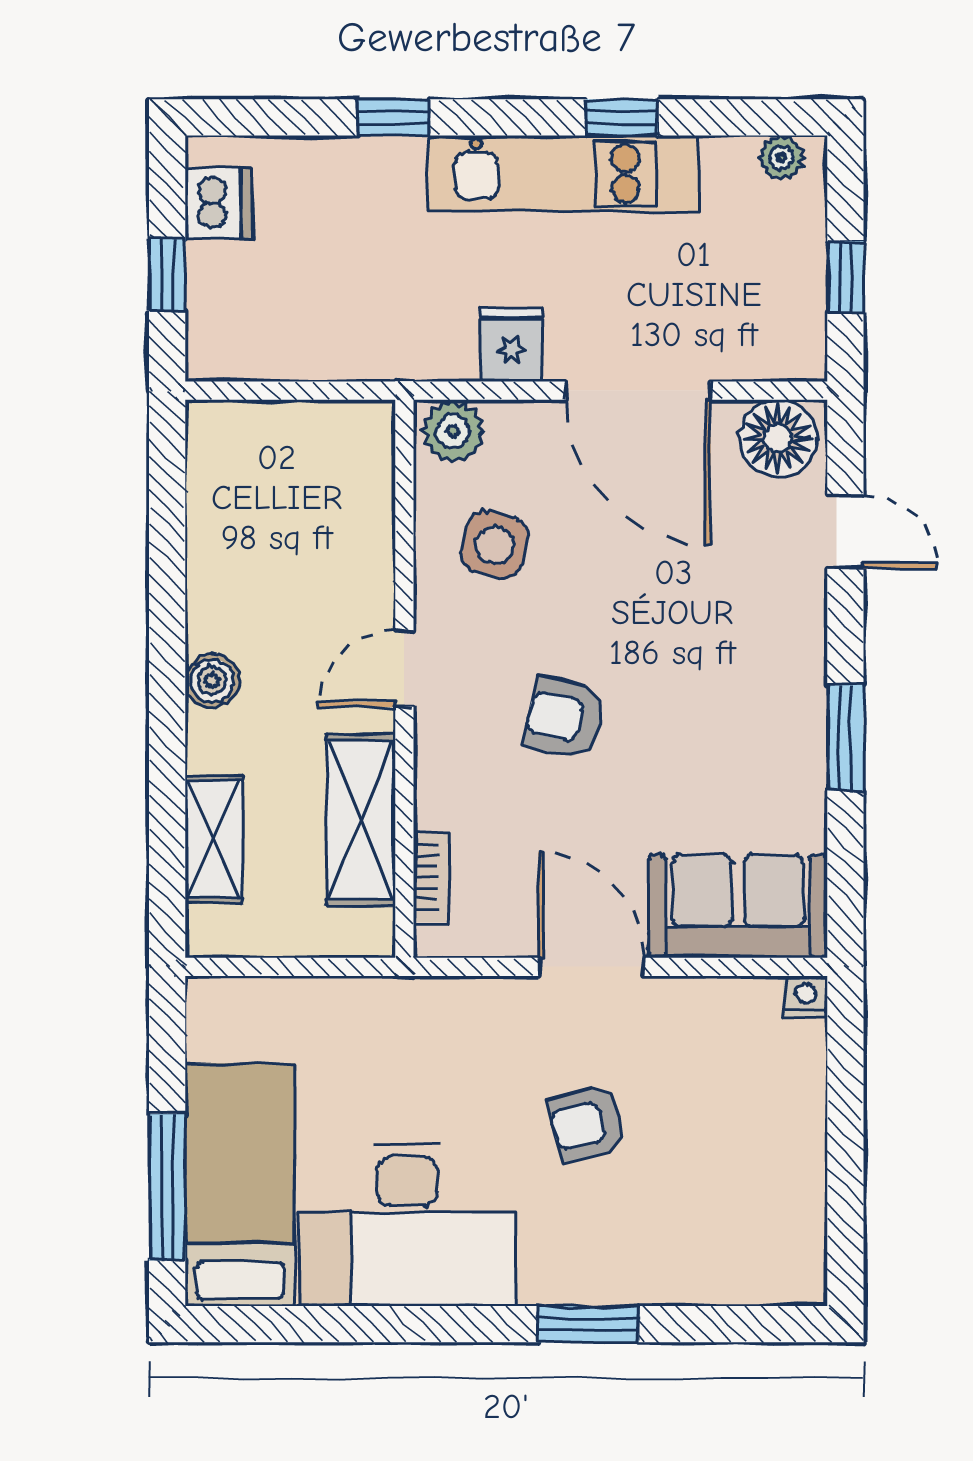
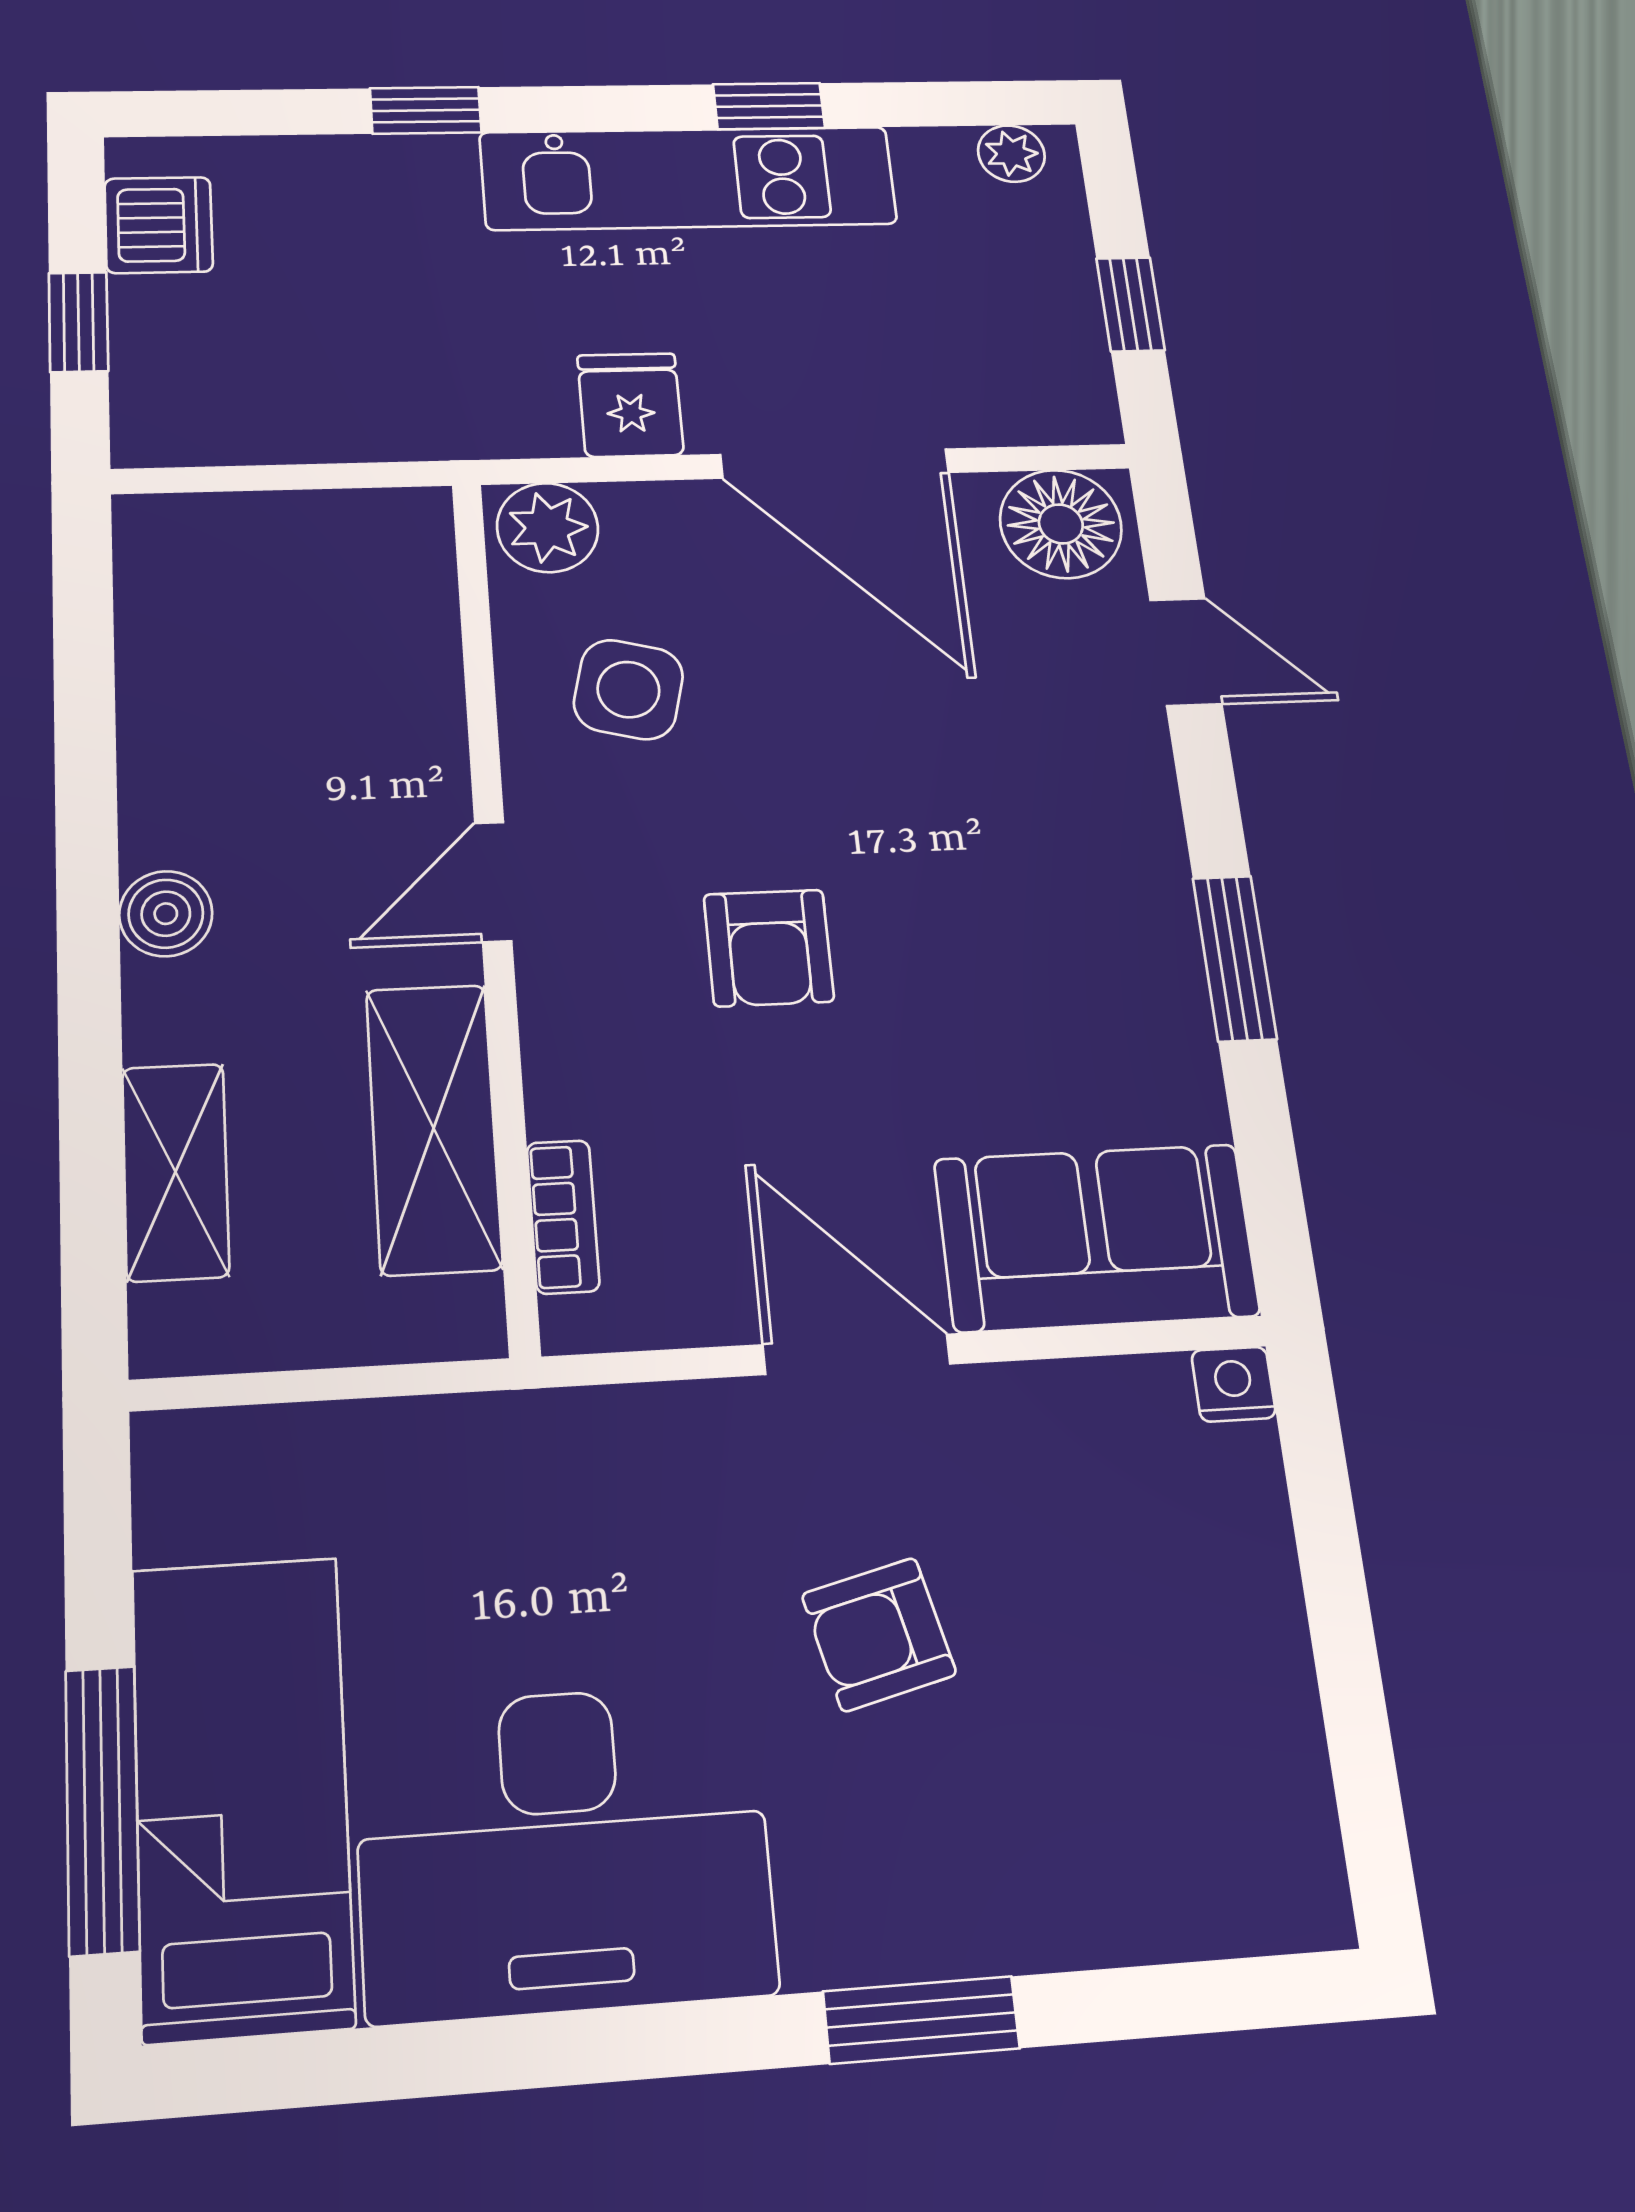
armchair: (565, 718) -> (769, 948), turned -102

